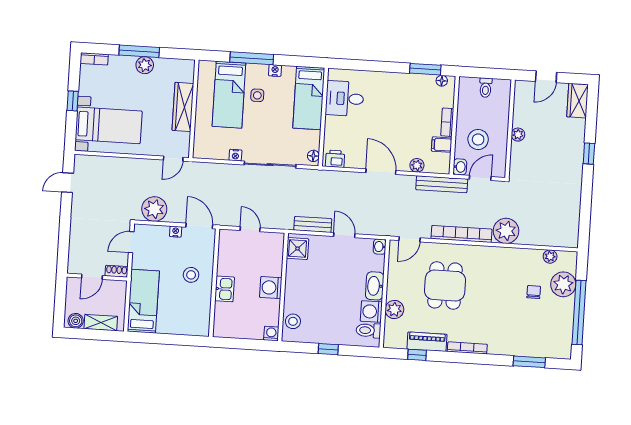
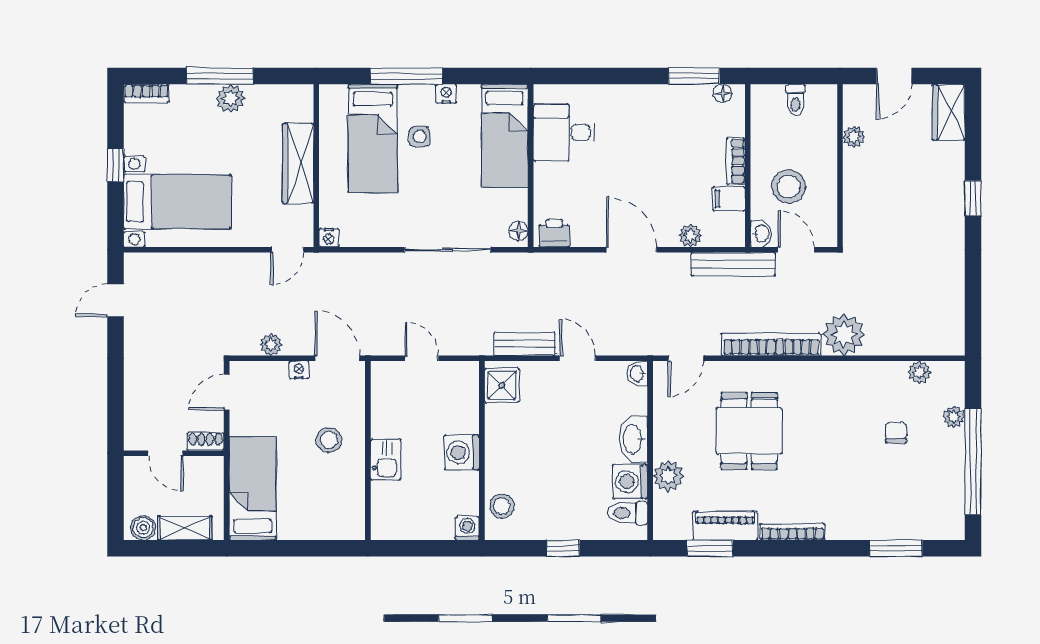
plant: (518, 135) -> (854, 137), moved
nightstand: (235, 155) -> (329, 238), moved
door: (480, 178) -> (796, 250), hinge flipped
plant: (154, 209) -> (271, 345), width x0.53, depth x0.53
door: (92, 277) -> (165, 453), hinge flipped
plant: (563, 284) -> (954, 417), width x0.53, depth x0.53
window: (417, 355) -> (710, 548), width x1.50

